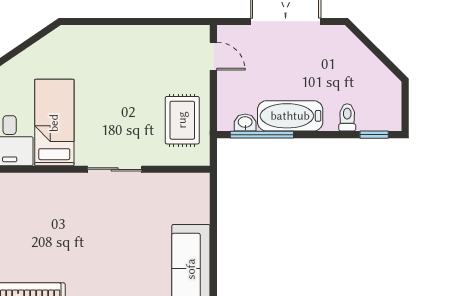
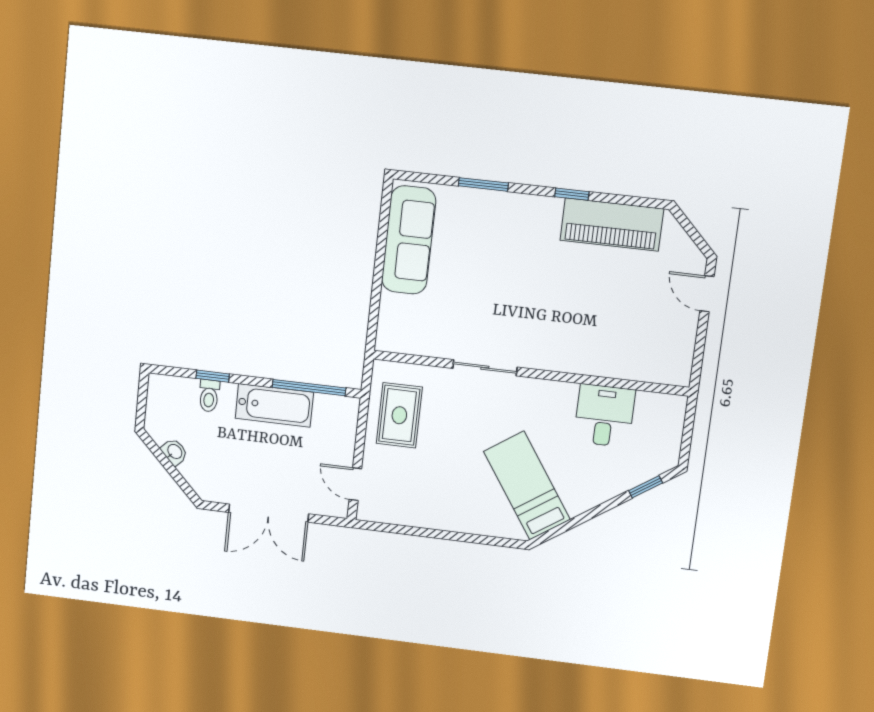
bed: (54, 123) -> (527, 486), moved, turned 146
washbasin: (245, 123) -> (174, 452), moved, turned -135
window: (374, 135) -> (213, 376), moved

